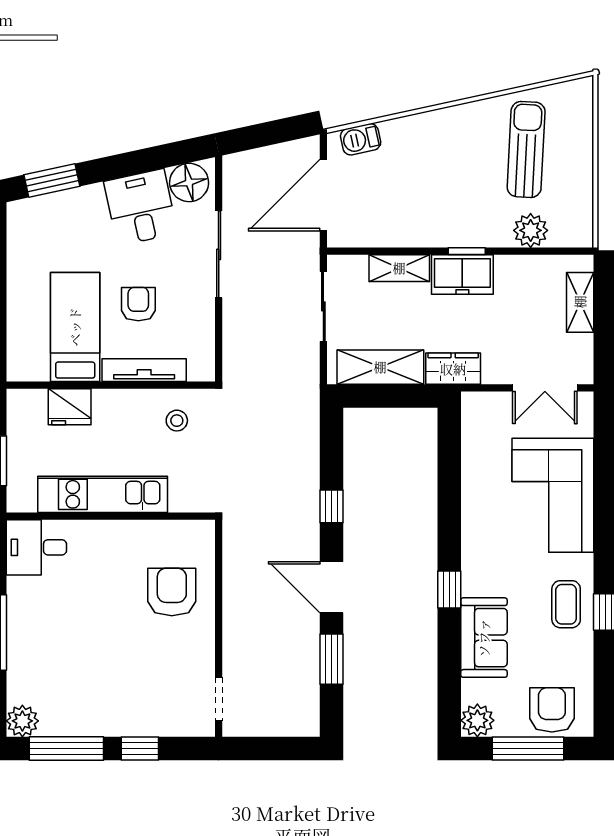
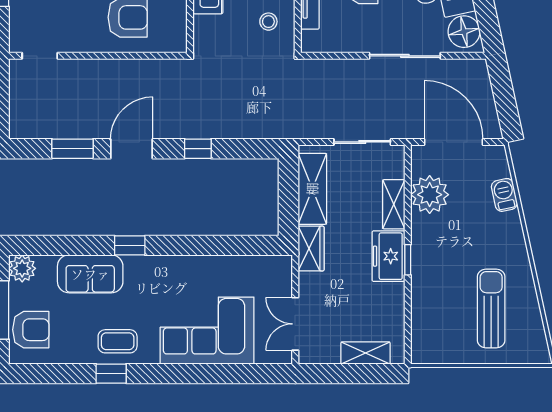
barbecue: (361, 139) -> (504, 195), moved
sun lounger: (526, 149) -> (491, 308), turned -93
plant: (531, 230) -> (430, 195), moved, width x1.36, depth x1.36

